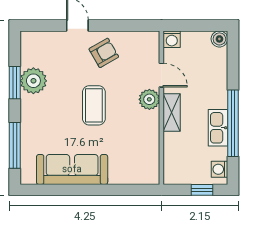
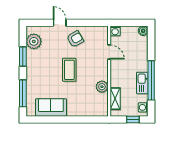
plant: (33, 81) -> (34, 41), moved
plant: (149, 99) -> (102, 87), moved
shelving: (172, 113) -> (115, 99), moved
sofa: (72, 169) -> (51, 107), width x0.73

